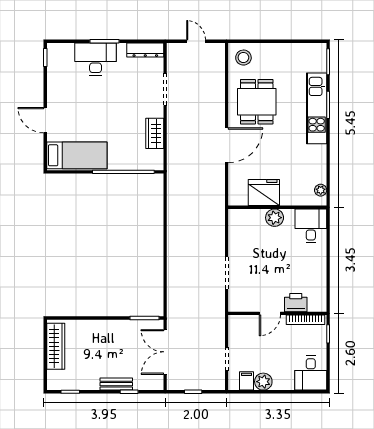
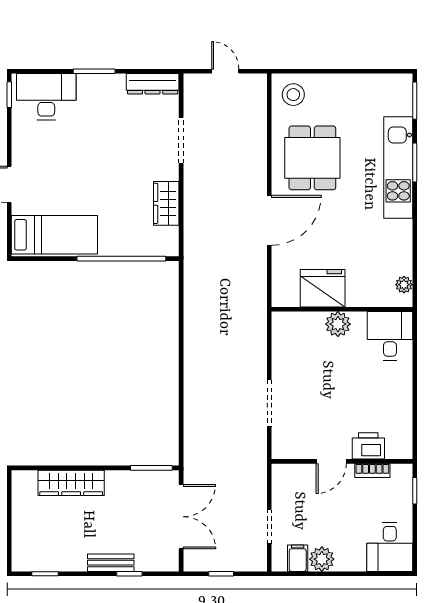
desk: (96, 59) -> (46, 97), moved
bookcase: (306, 320) -> (372, 471), width x0.64
wardrobe: (56, 346) -> (71, 483), moved, turned 90
double door: (165, 352) -> (181, 517), swing flipped

